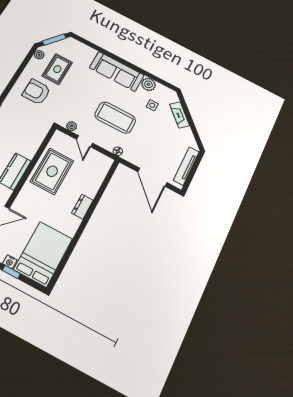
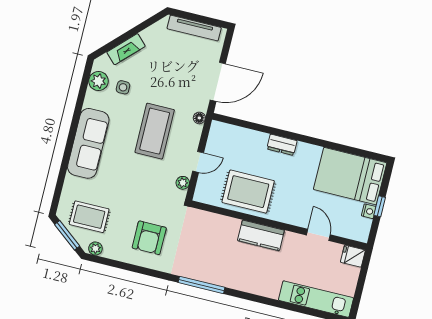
rug: (57, 69) -> (89, 217), moved
plant: (149, 84) -> (98, 81), moved
door: (152, 177) -> (218, 82), moved

